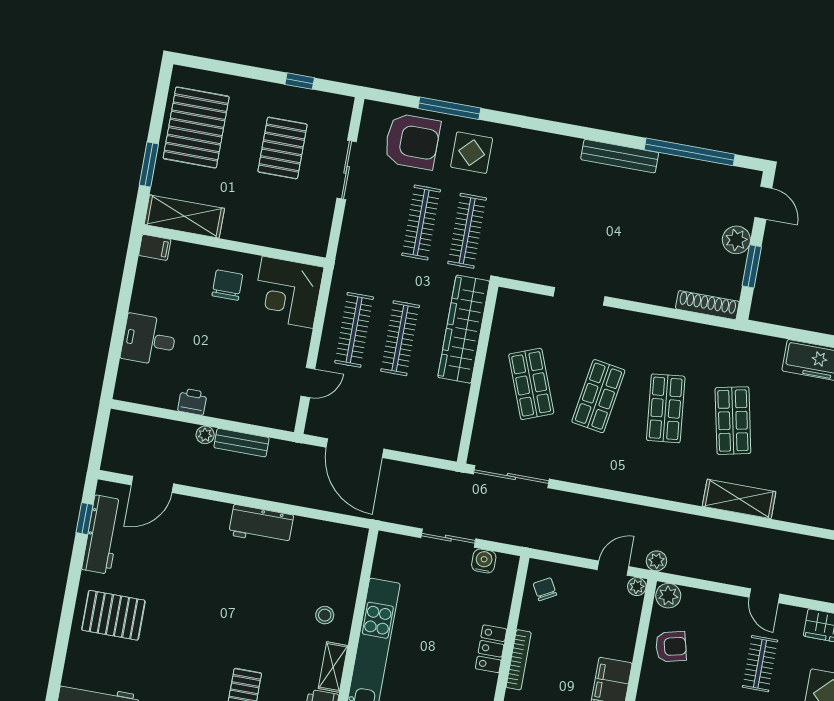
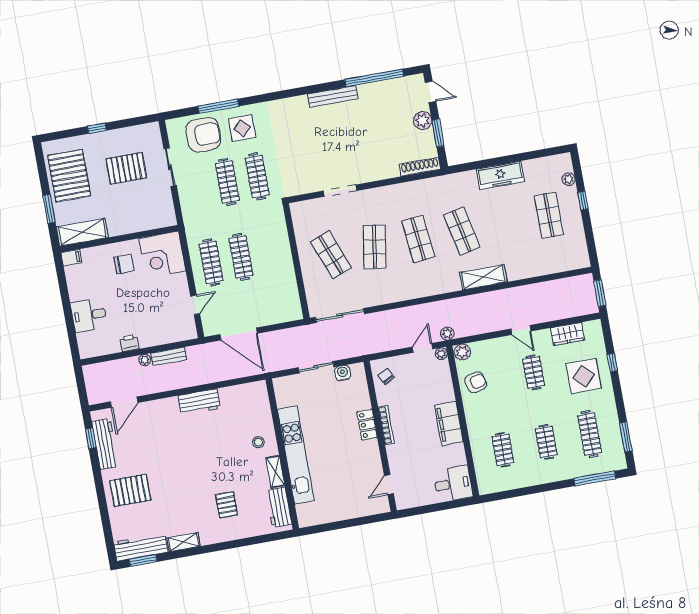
window: (300, 81) -> (97, 128), moved
pallet: (282, 148) -> (126, 168), turned 90
chair: (227, 285) -> (124, 264), turned 90
wardrobe: (464, 329) -> (277, 237), removed

